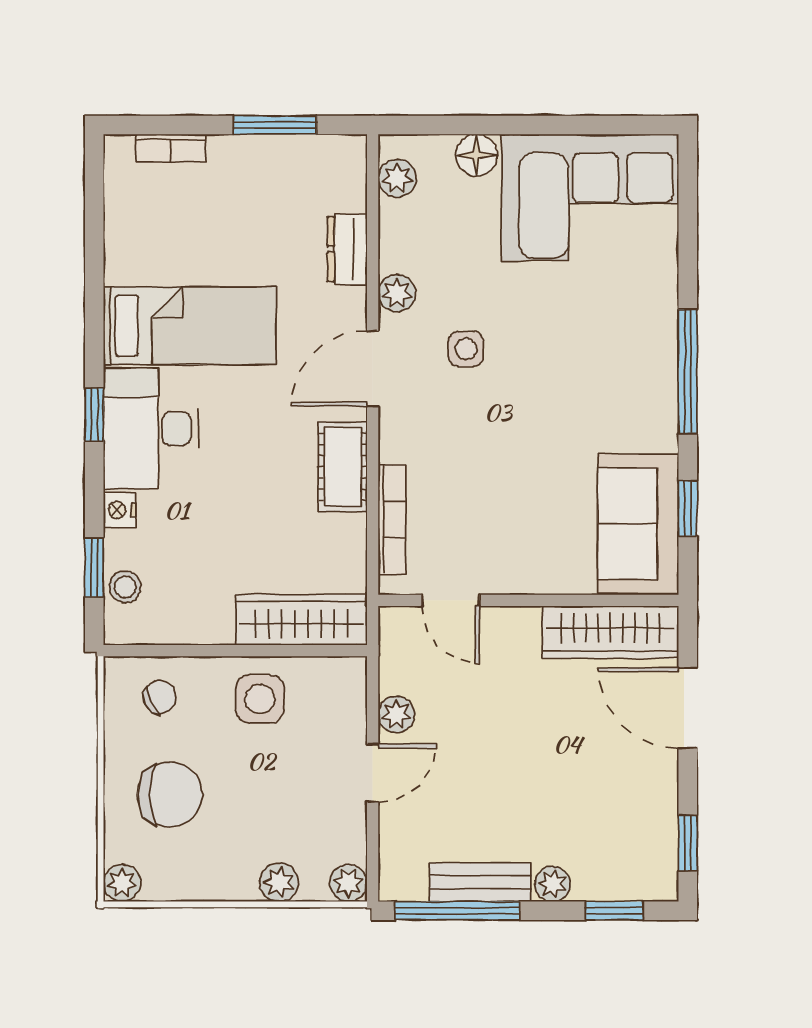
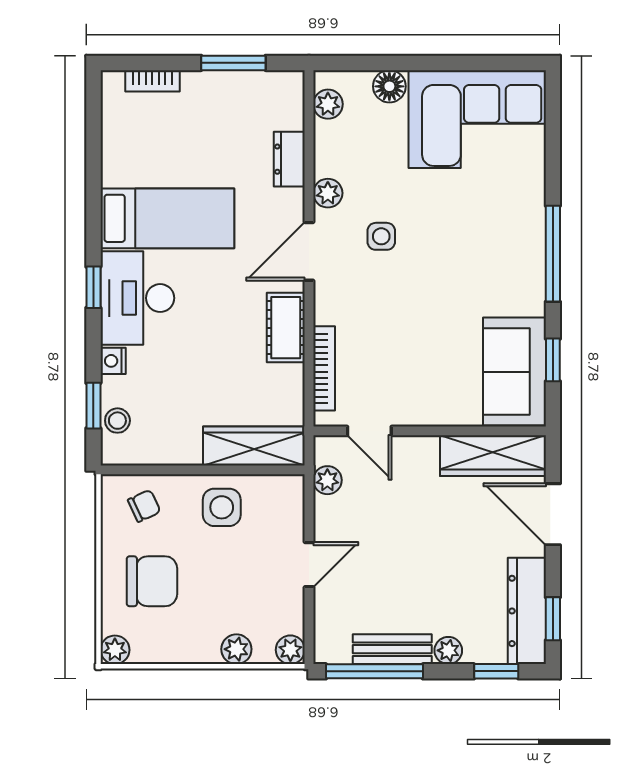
plant: (396, 714) -> (327, 480), moved
dresser: (654, 833) -> (527, 611), added

